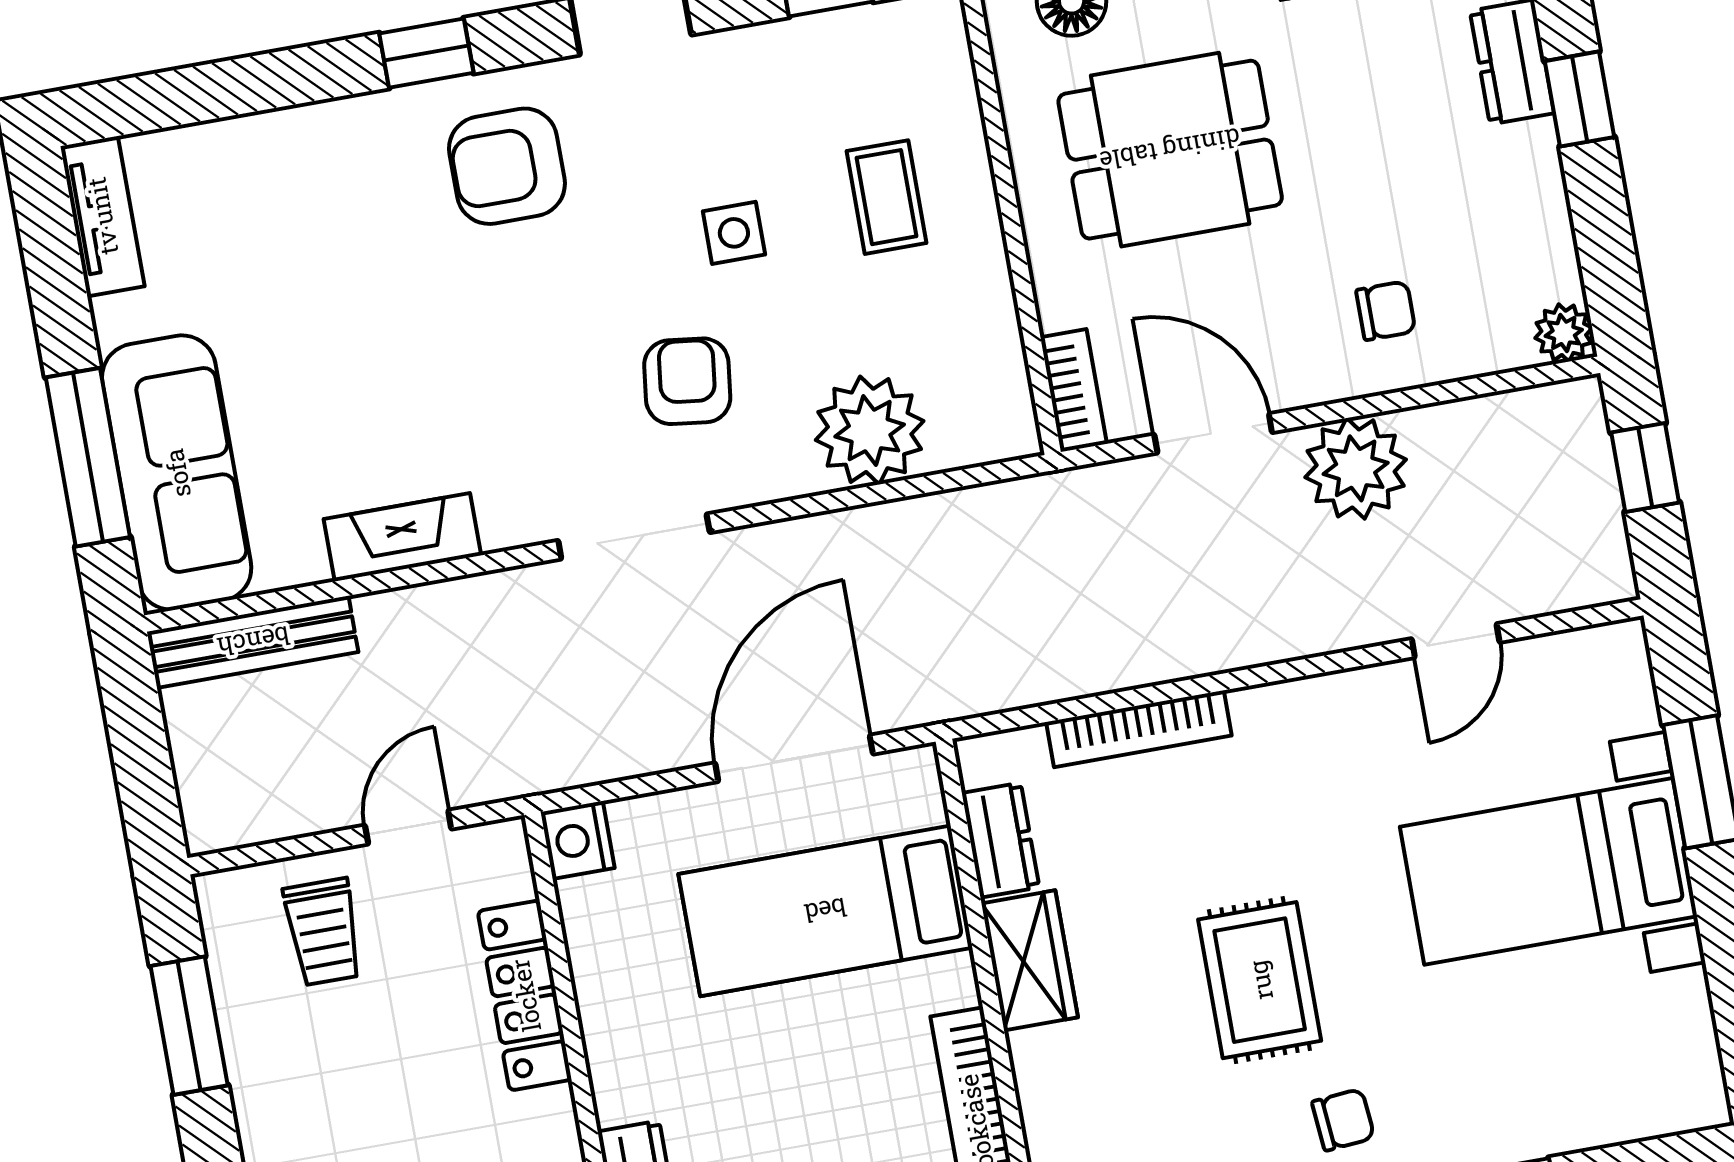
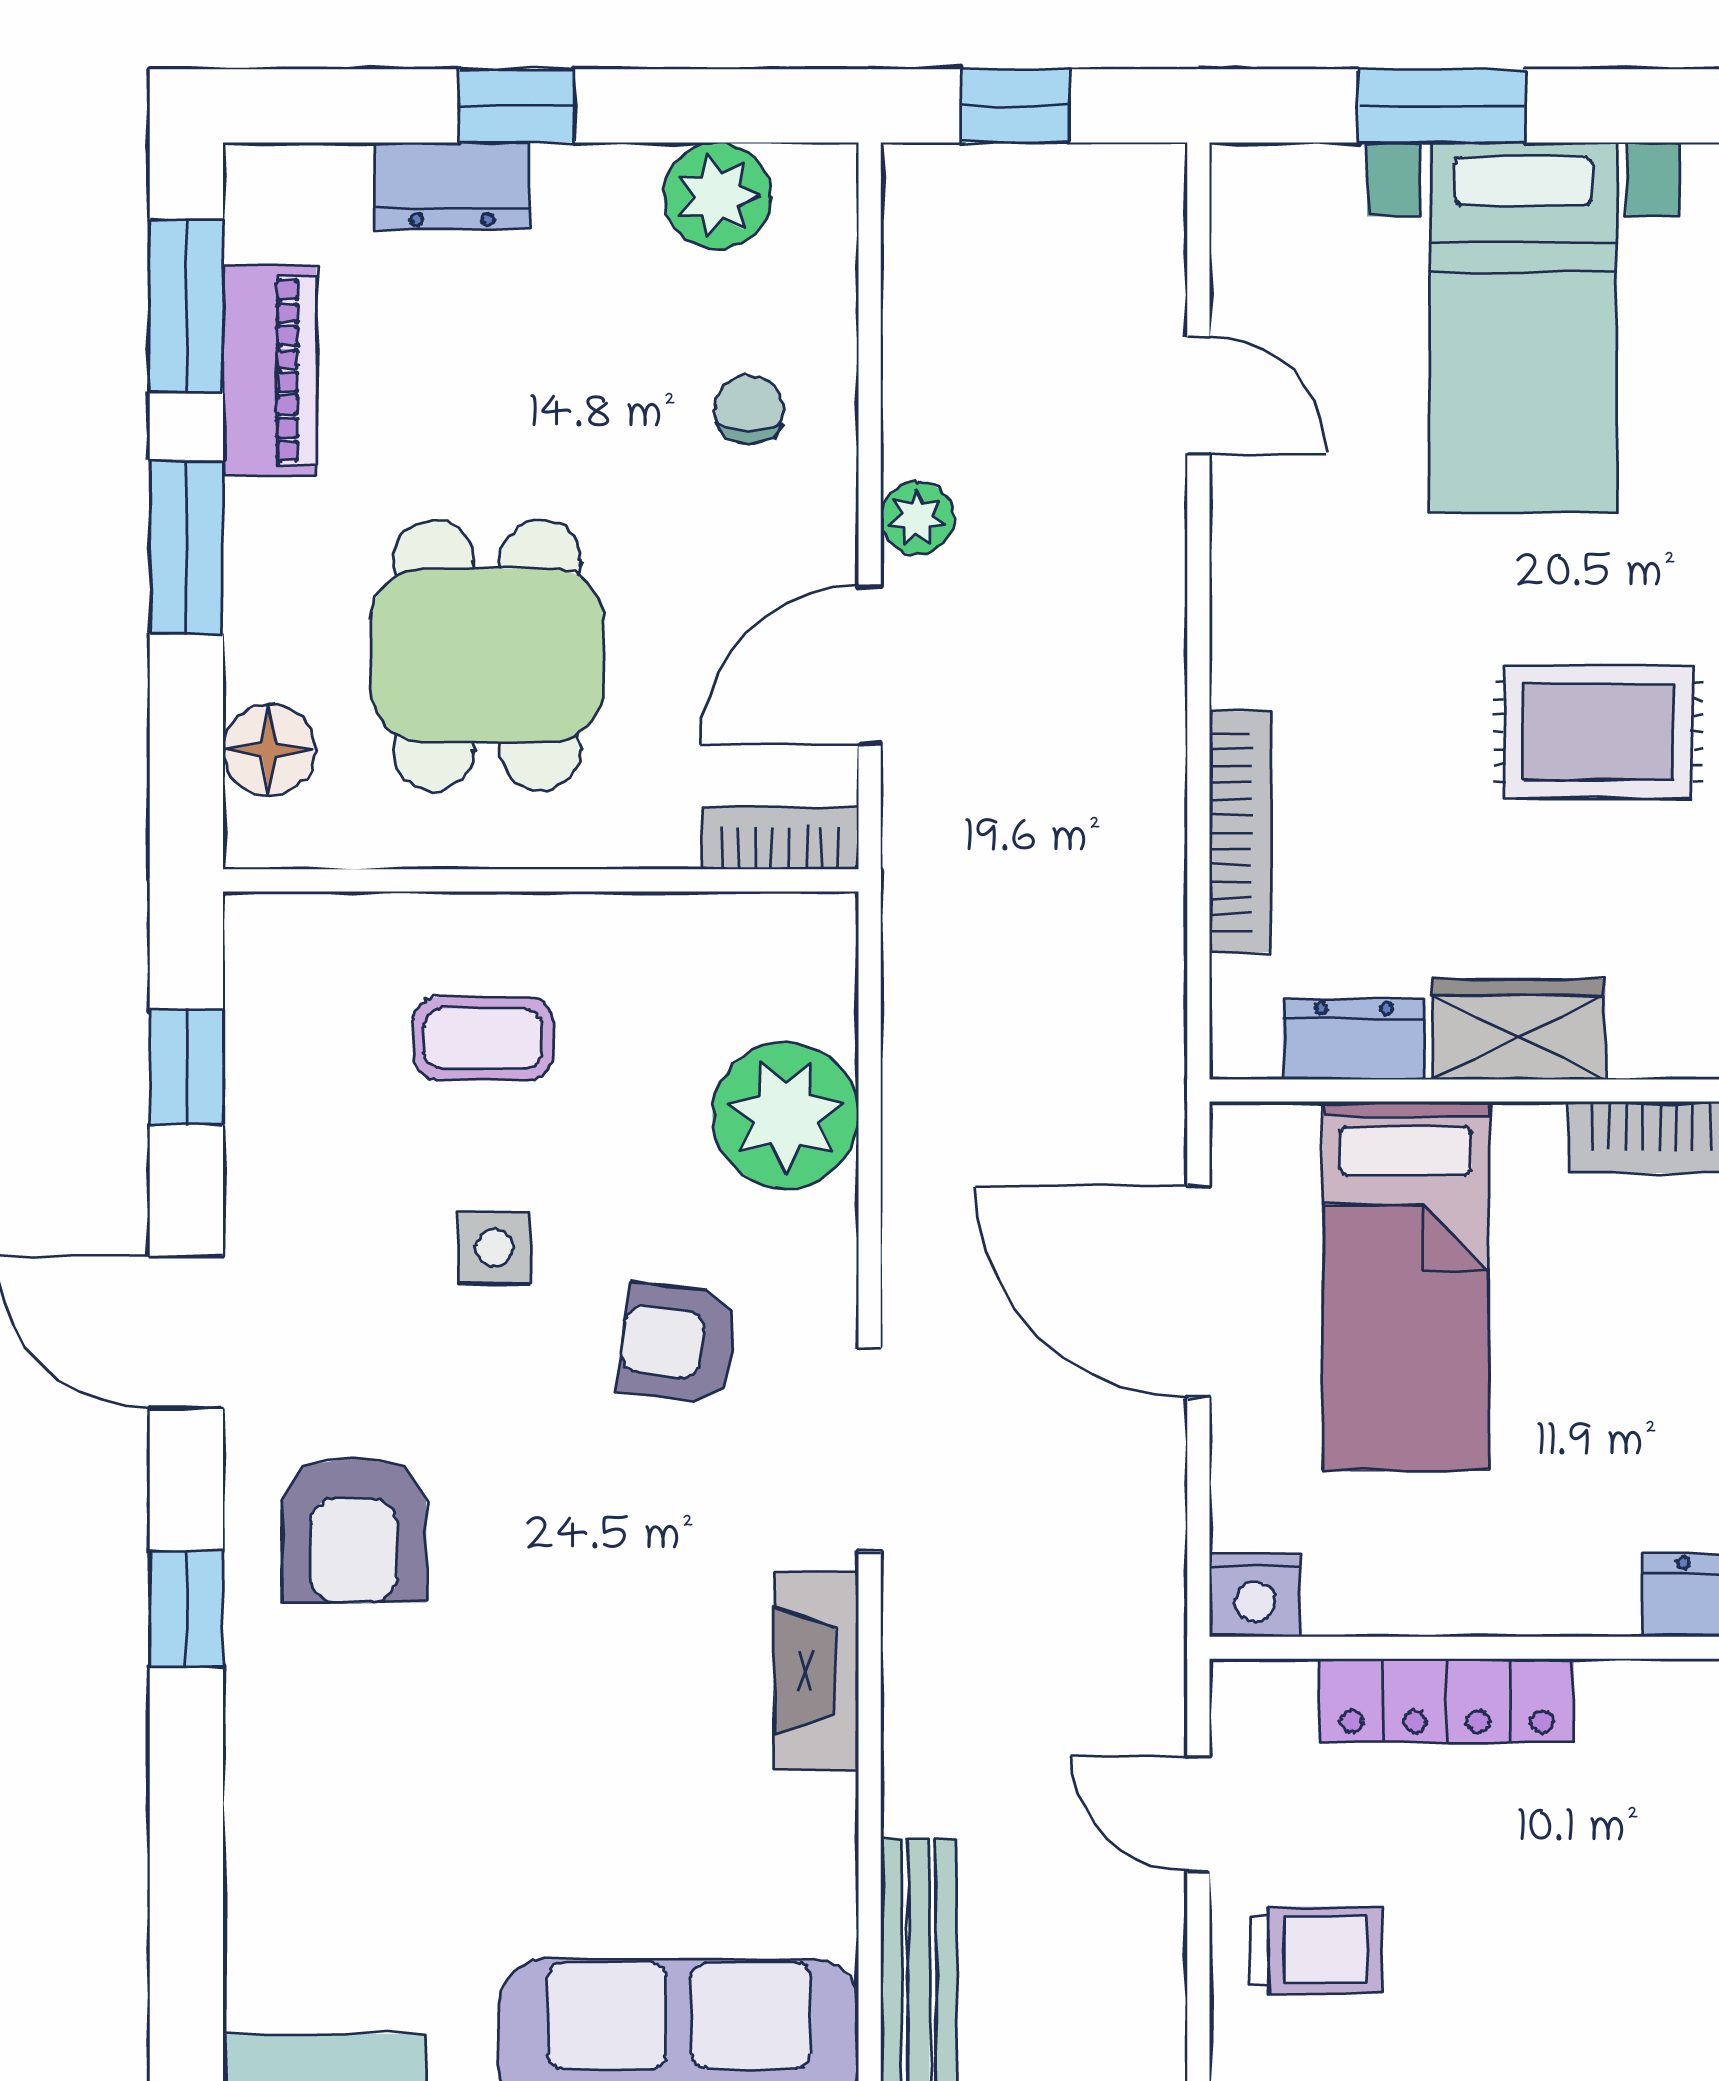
plant: (1564, 333) -> (717, 196), moved, width x1.38, depth x1.38
plant: (1356, 468) -> (917, 518), width x0.53, depth x0.53
fireplace: (402, 537) -> (816, 1671), moved

